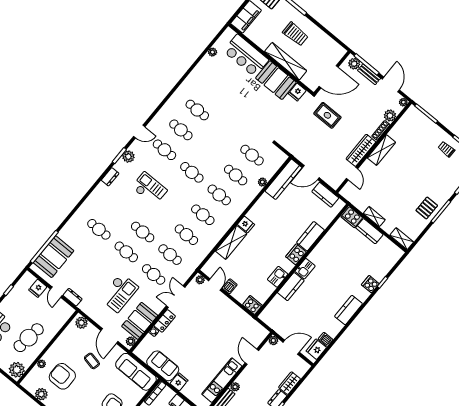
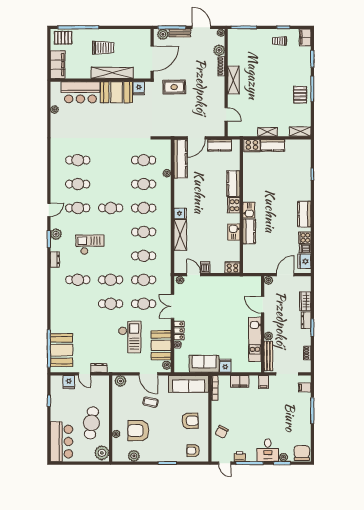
wardrobe: (361, 150) -> (219, 92), removed
cafe table: (99, 229) -> (78, 280), moved
cooker: (370, 284) -> (305, 238), moved

